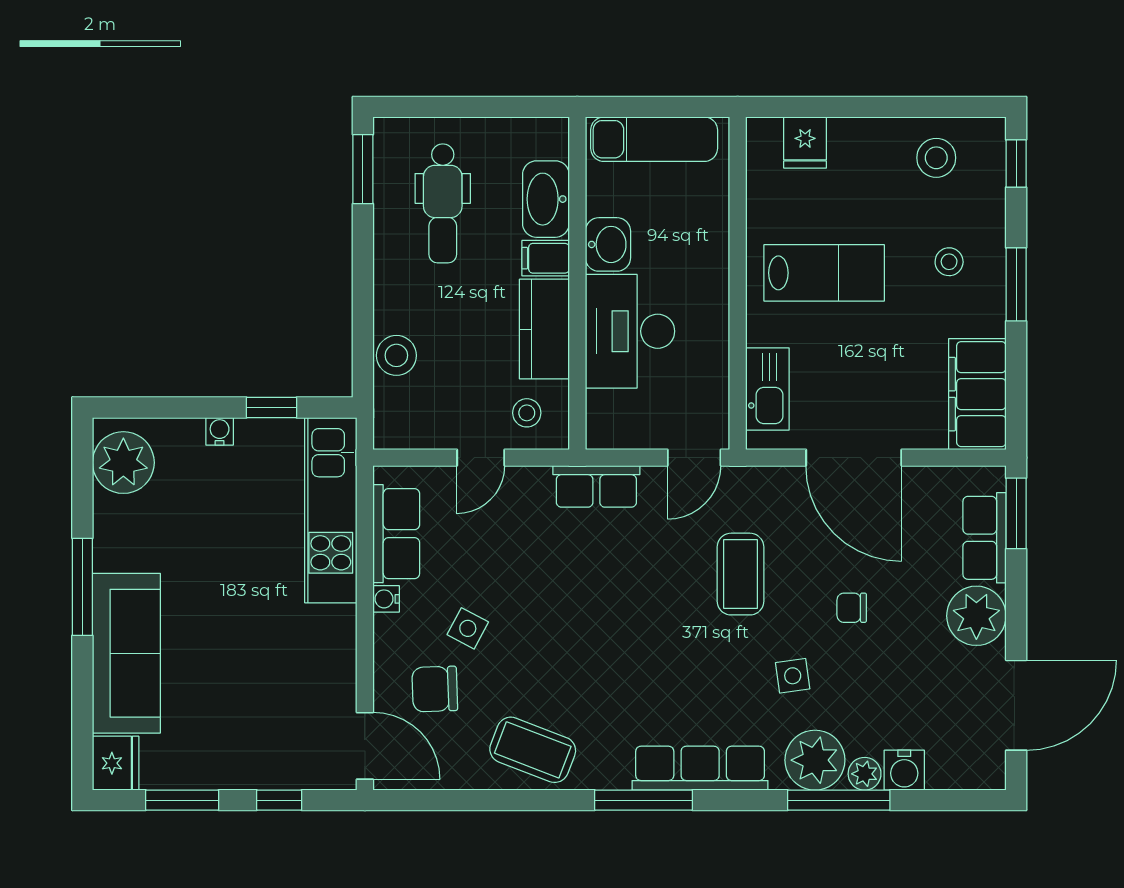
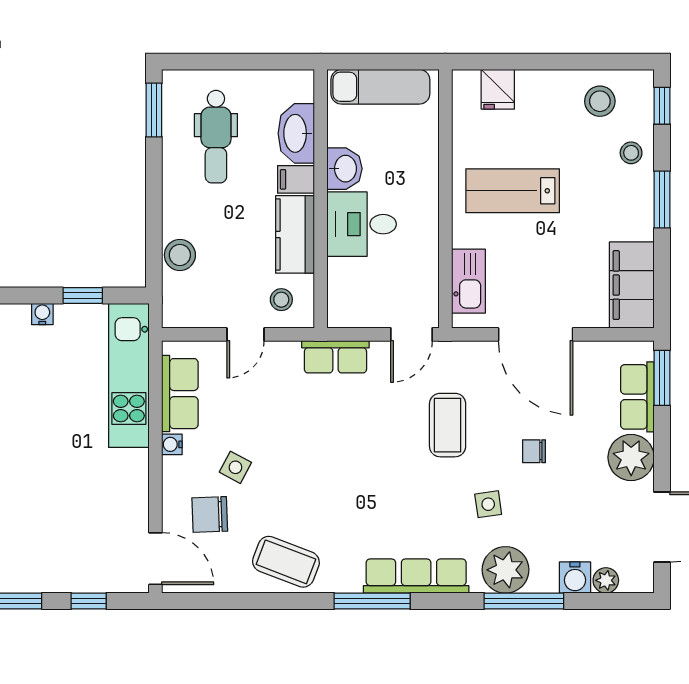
stool: (949, 262) -> (631, 153), moved
lab bench: (824, 273) -> (513, 191), turned 180
desk: (630, 331) -> (362, 224), width x0.73
plant: (865, 774) -> (606, 580), moved

